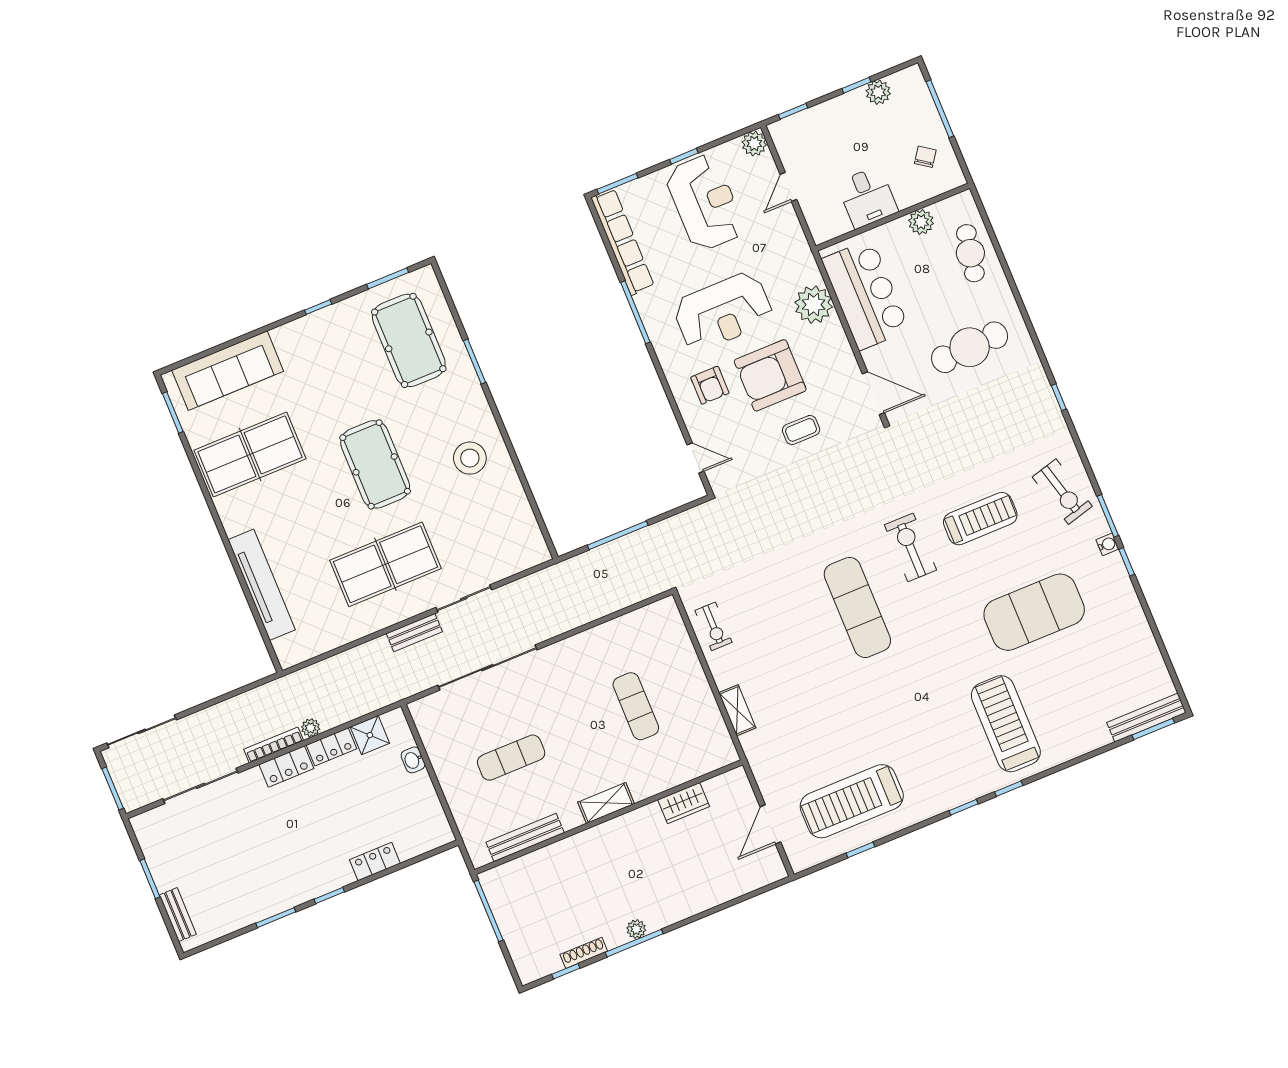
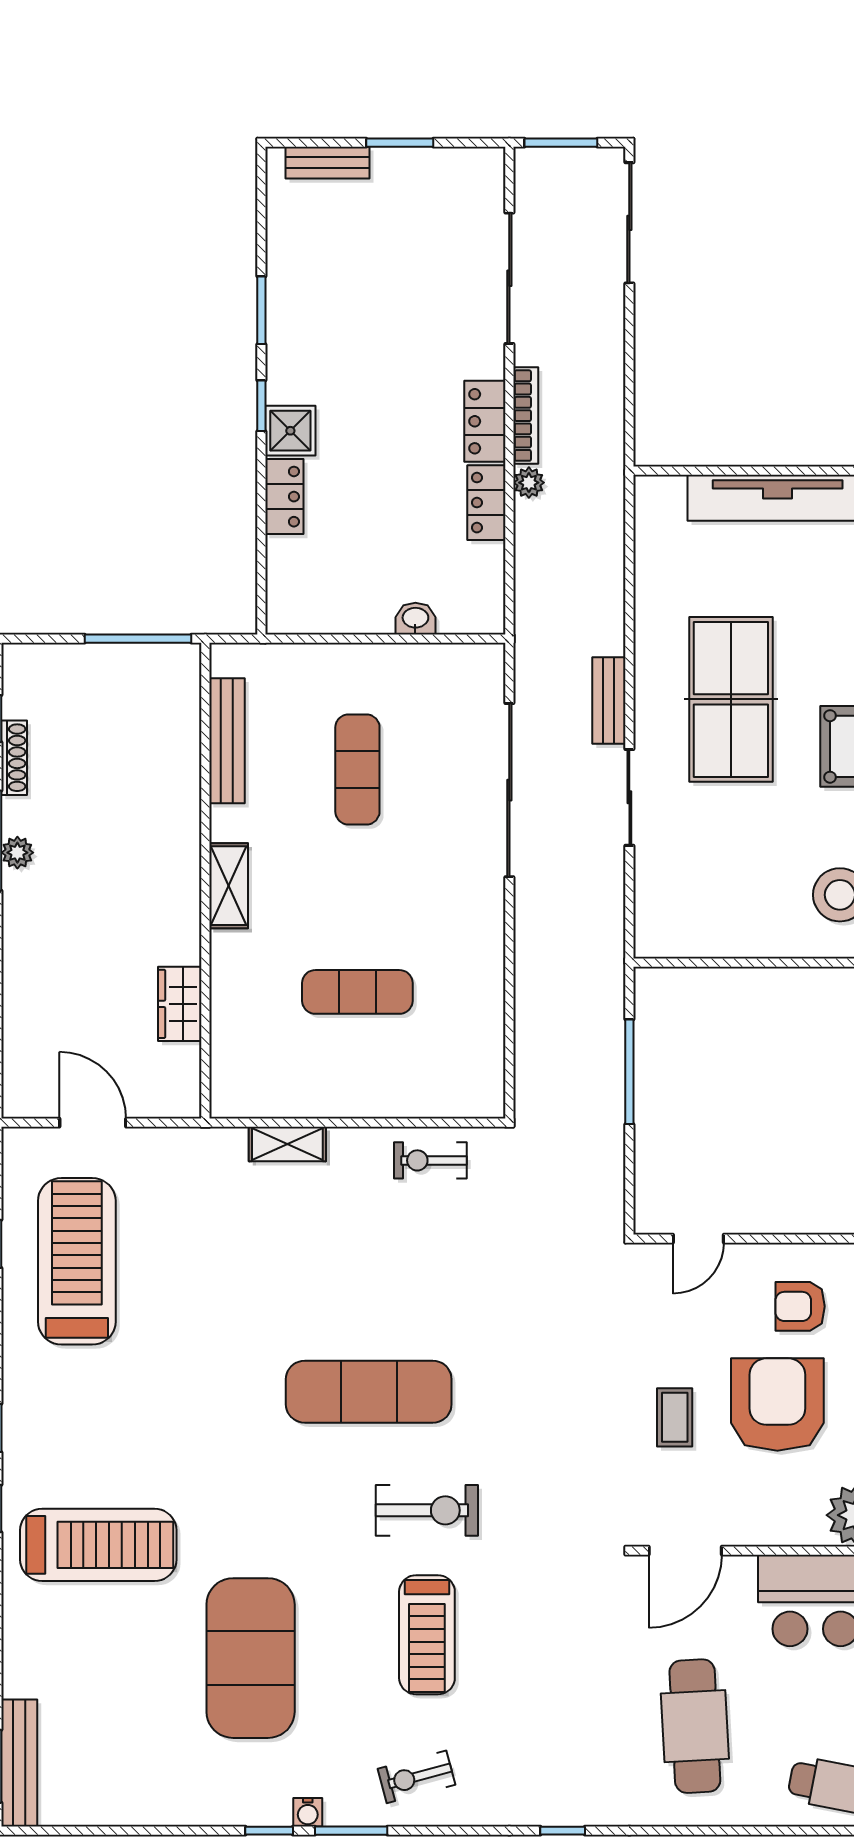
exercise bike: (1062, 492) -> (417, 1777), width x0.73, depth x0.72
shower: (370, 735) -> (290, 431), moved

